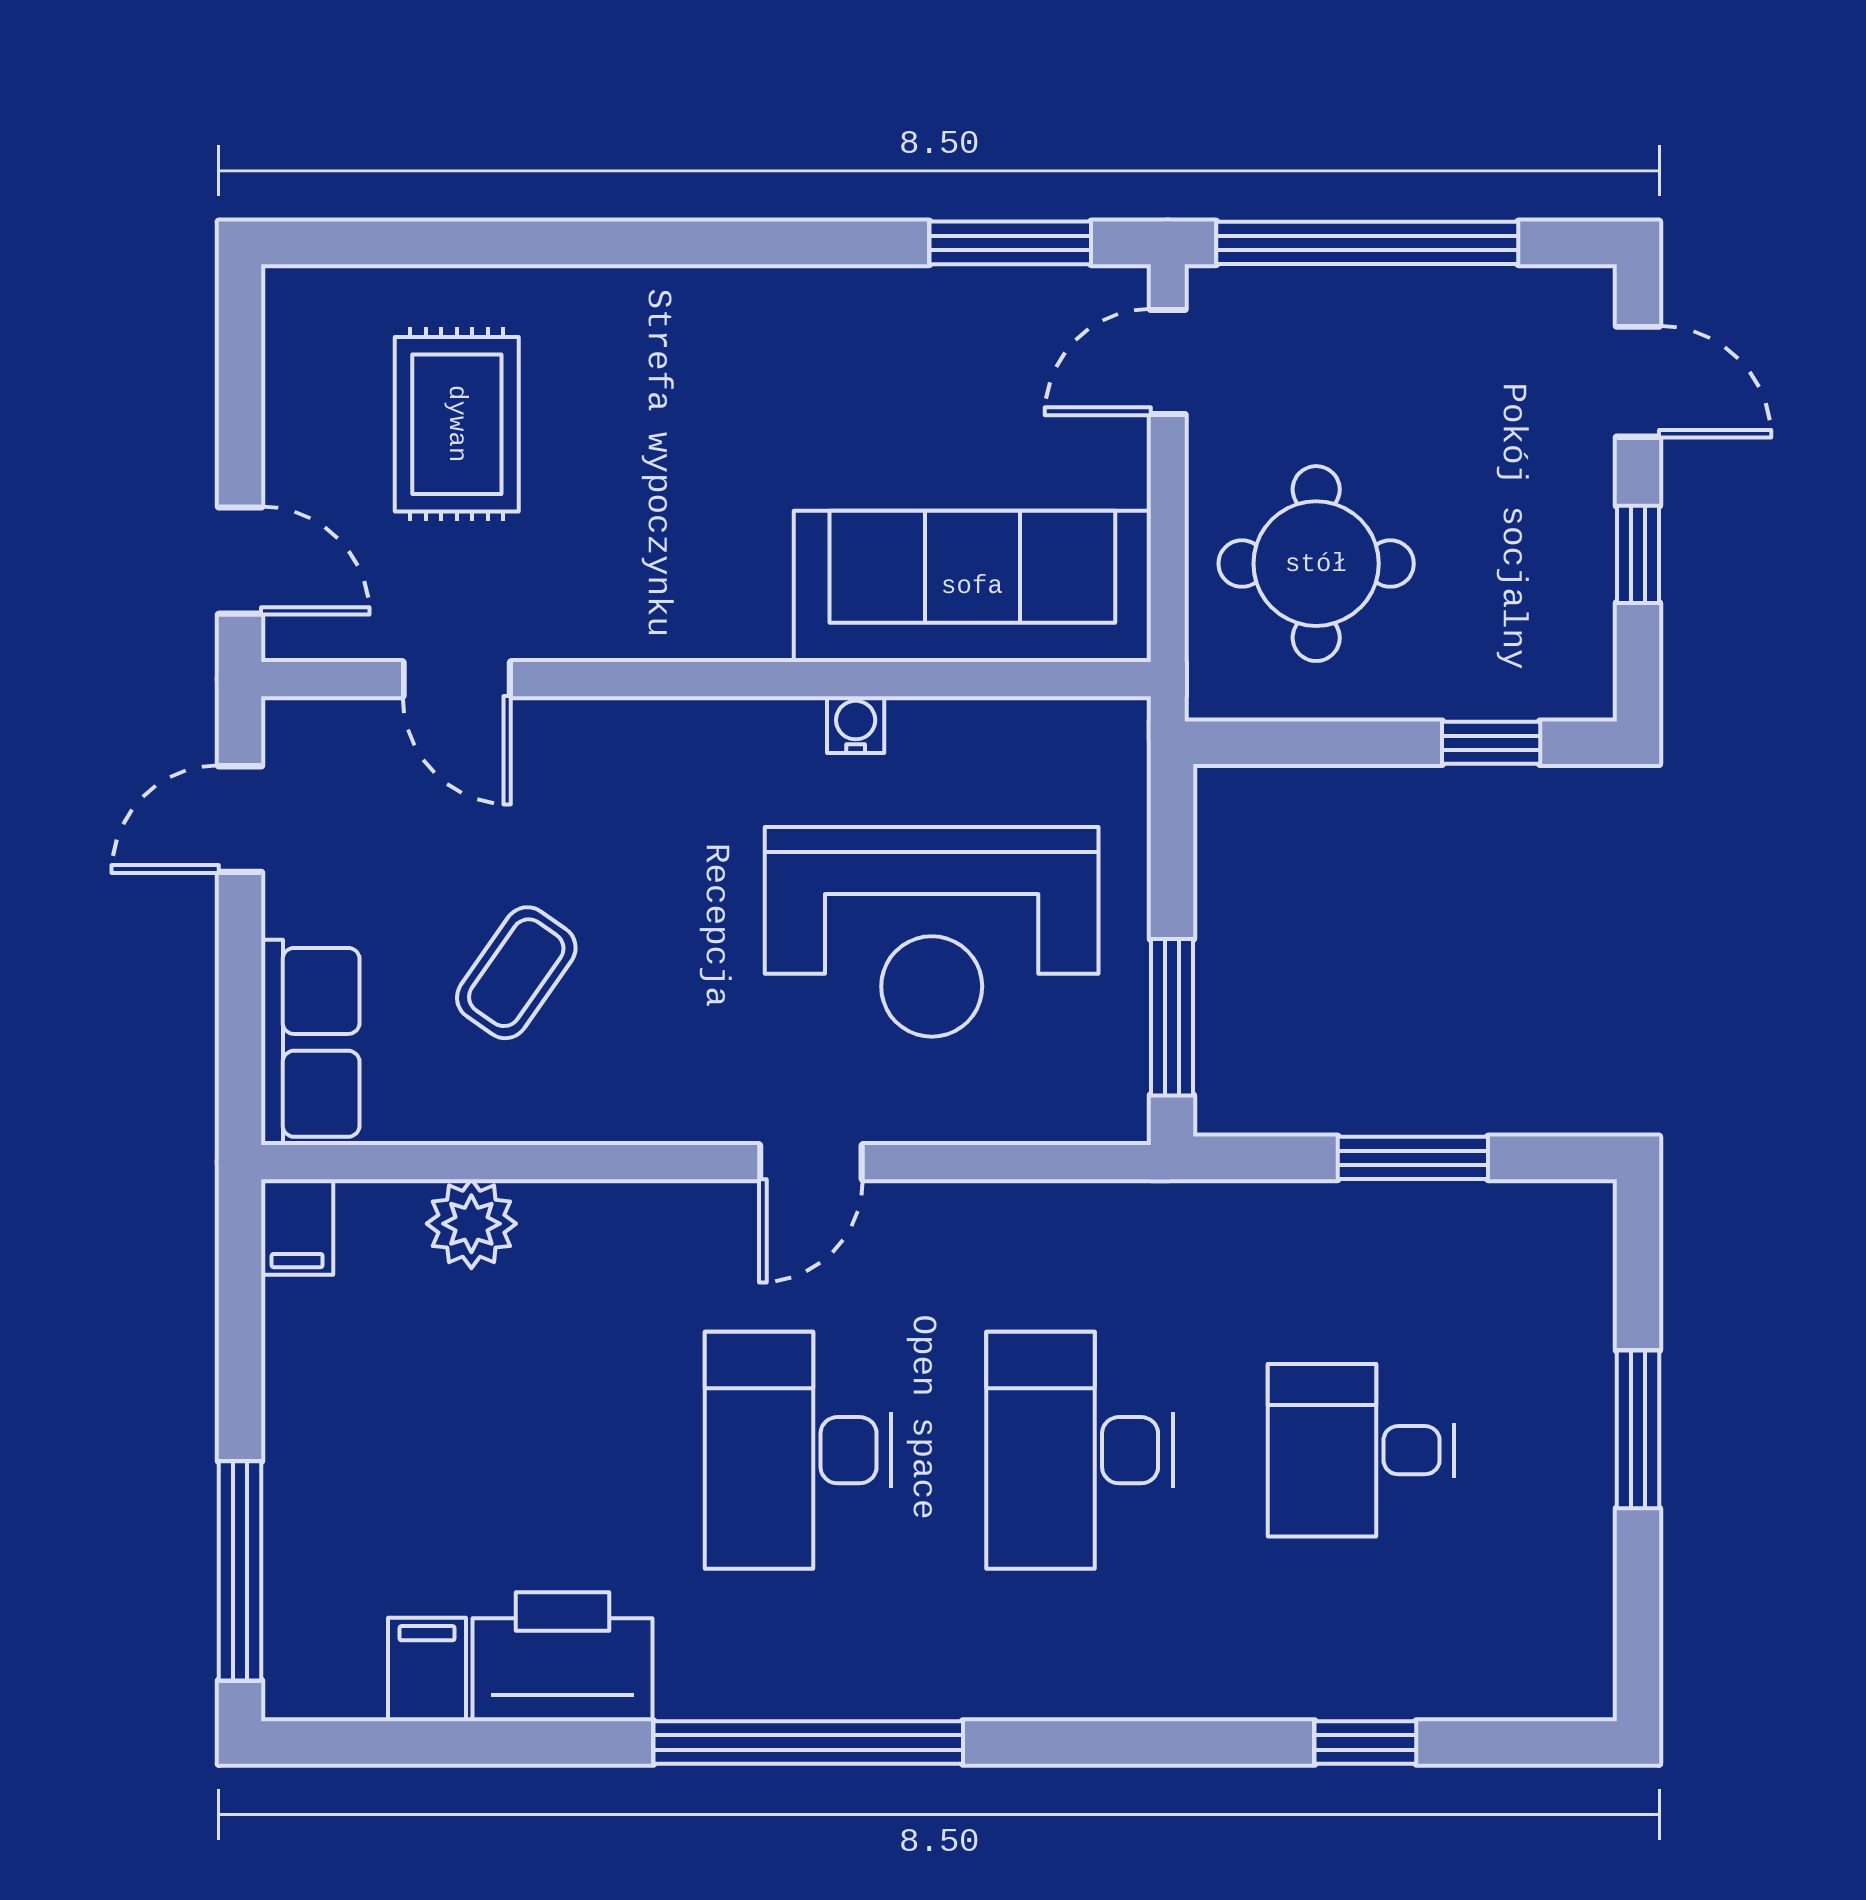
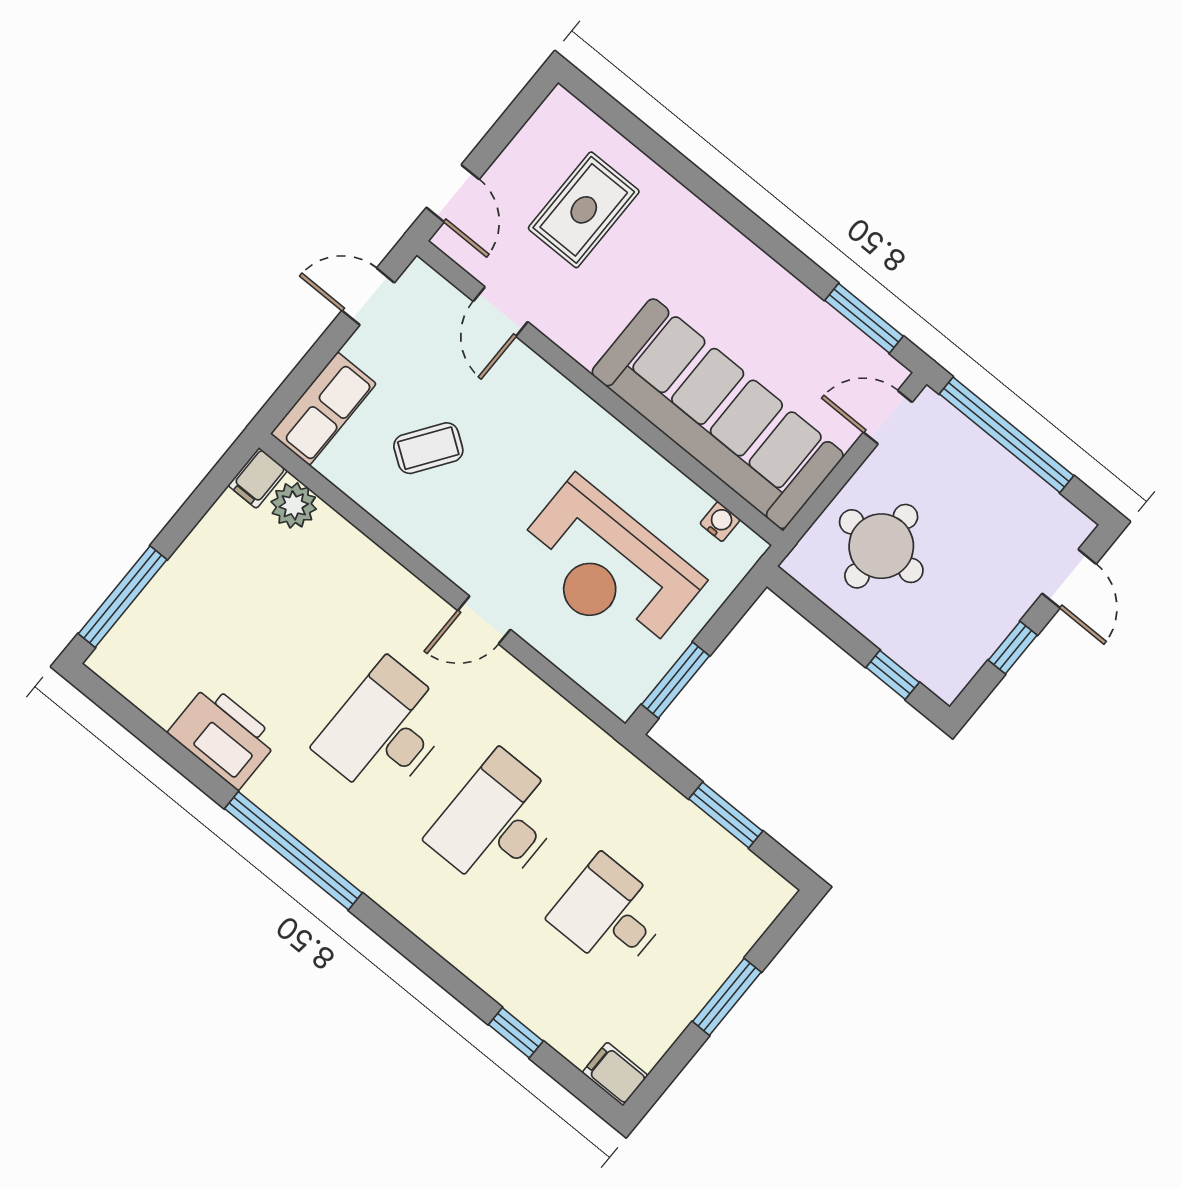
sofa: (972, 586) -> (718, 414), width x1.36, depth x1.27
water cooler: (856, 725) -> (720, 522), moved
plant: (471, 1224) -> (294, 505), moved
filing cabinet: (427, 1669) -> (615, 1074), moved, turned -90

